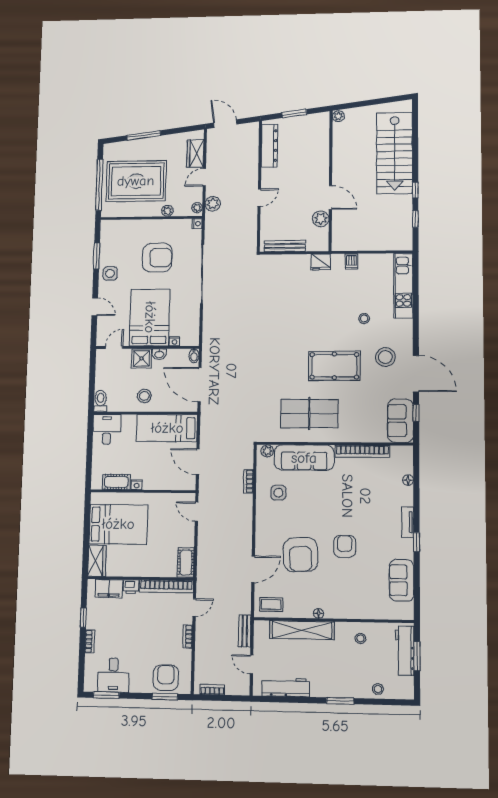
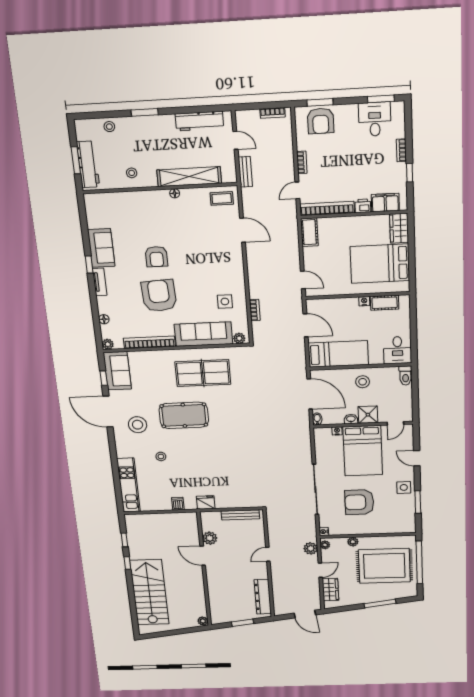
plant: (407, 452) -> (108, 344), added
armchair: (300, 555) -> (159, 296), moved
door: (253, 569) -> (242, 230), swing flipped
sofa: (402, 580) -> (101, 248), moved

